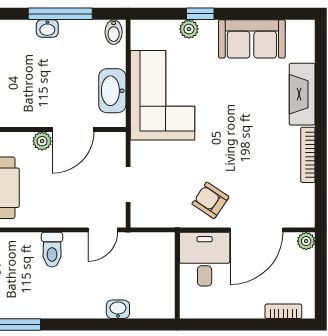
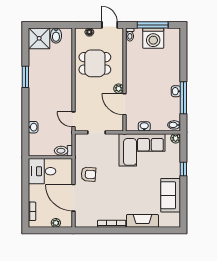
plant: (189, 29) -> (176, 138), moved
washbasin: (112, 91) -> (144, 126), width x0.52, depth x0.69
armchair: (210, 200) -> (88, 174), turned 60
plant: (306, 241) -> (56, 223), moved
toilet: (52, 250) -> (63, 151), moved
desk: (205, 259) -> (42, 171), moved, turned 180

